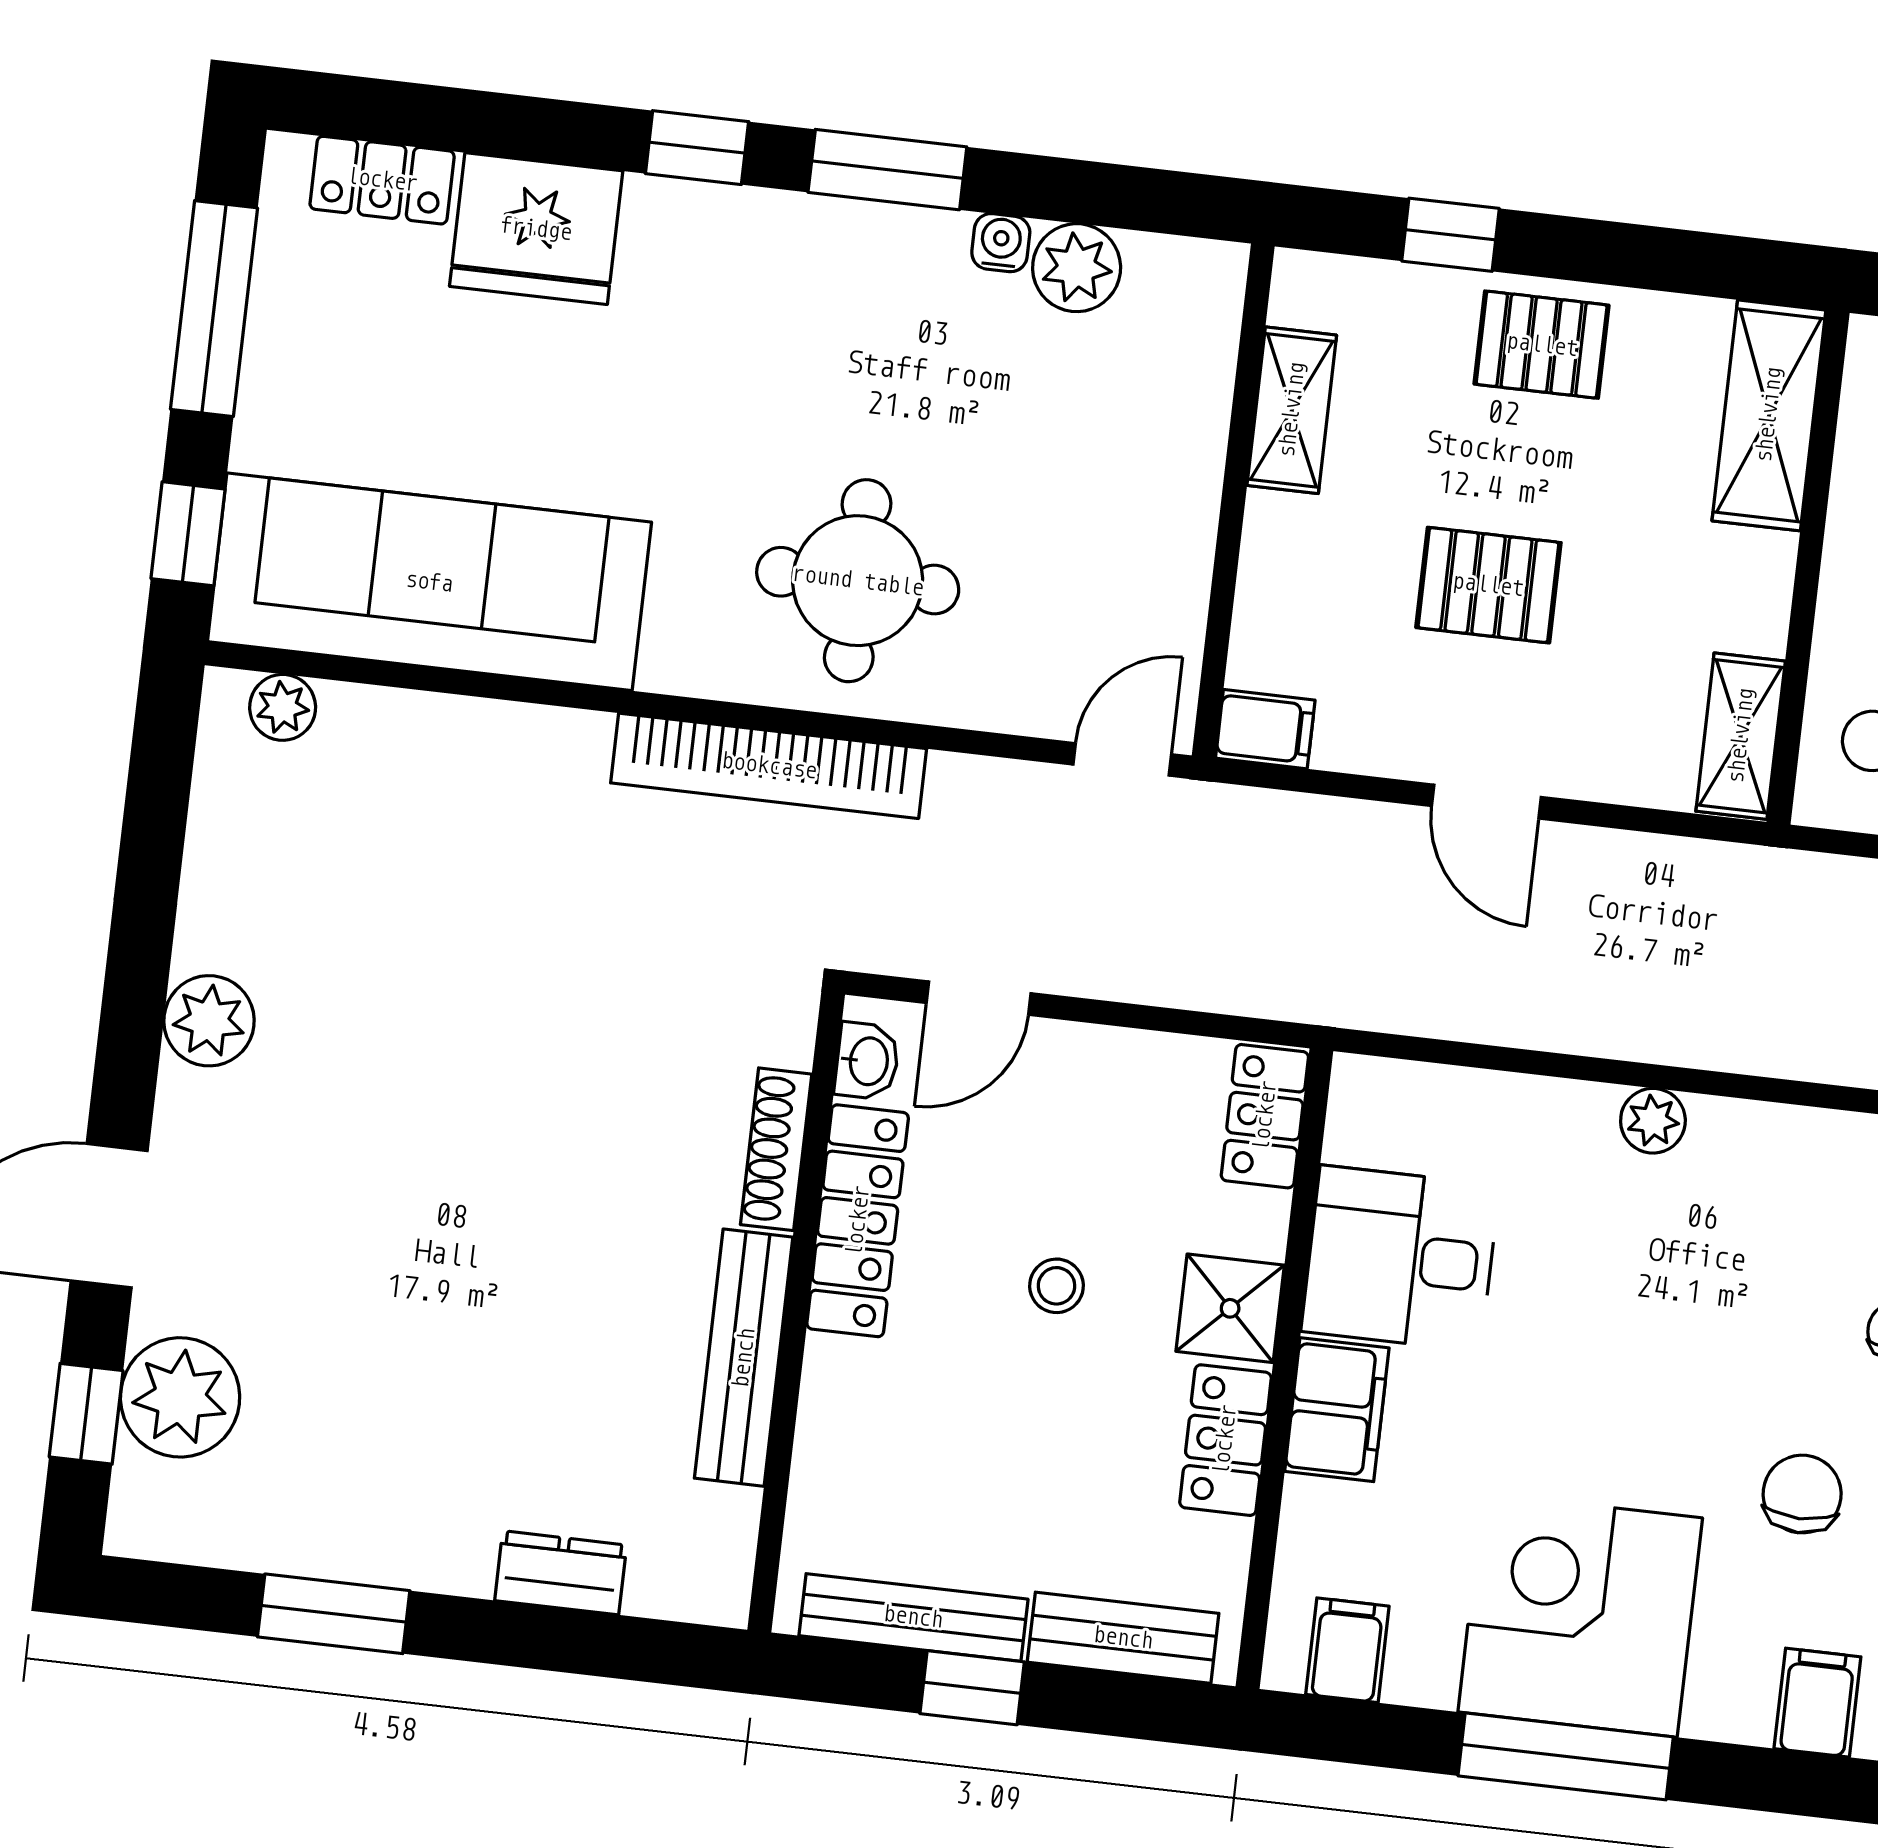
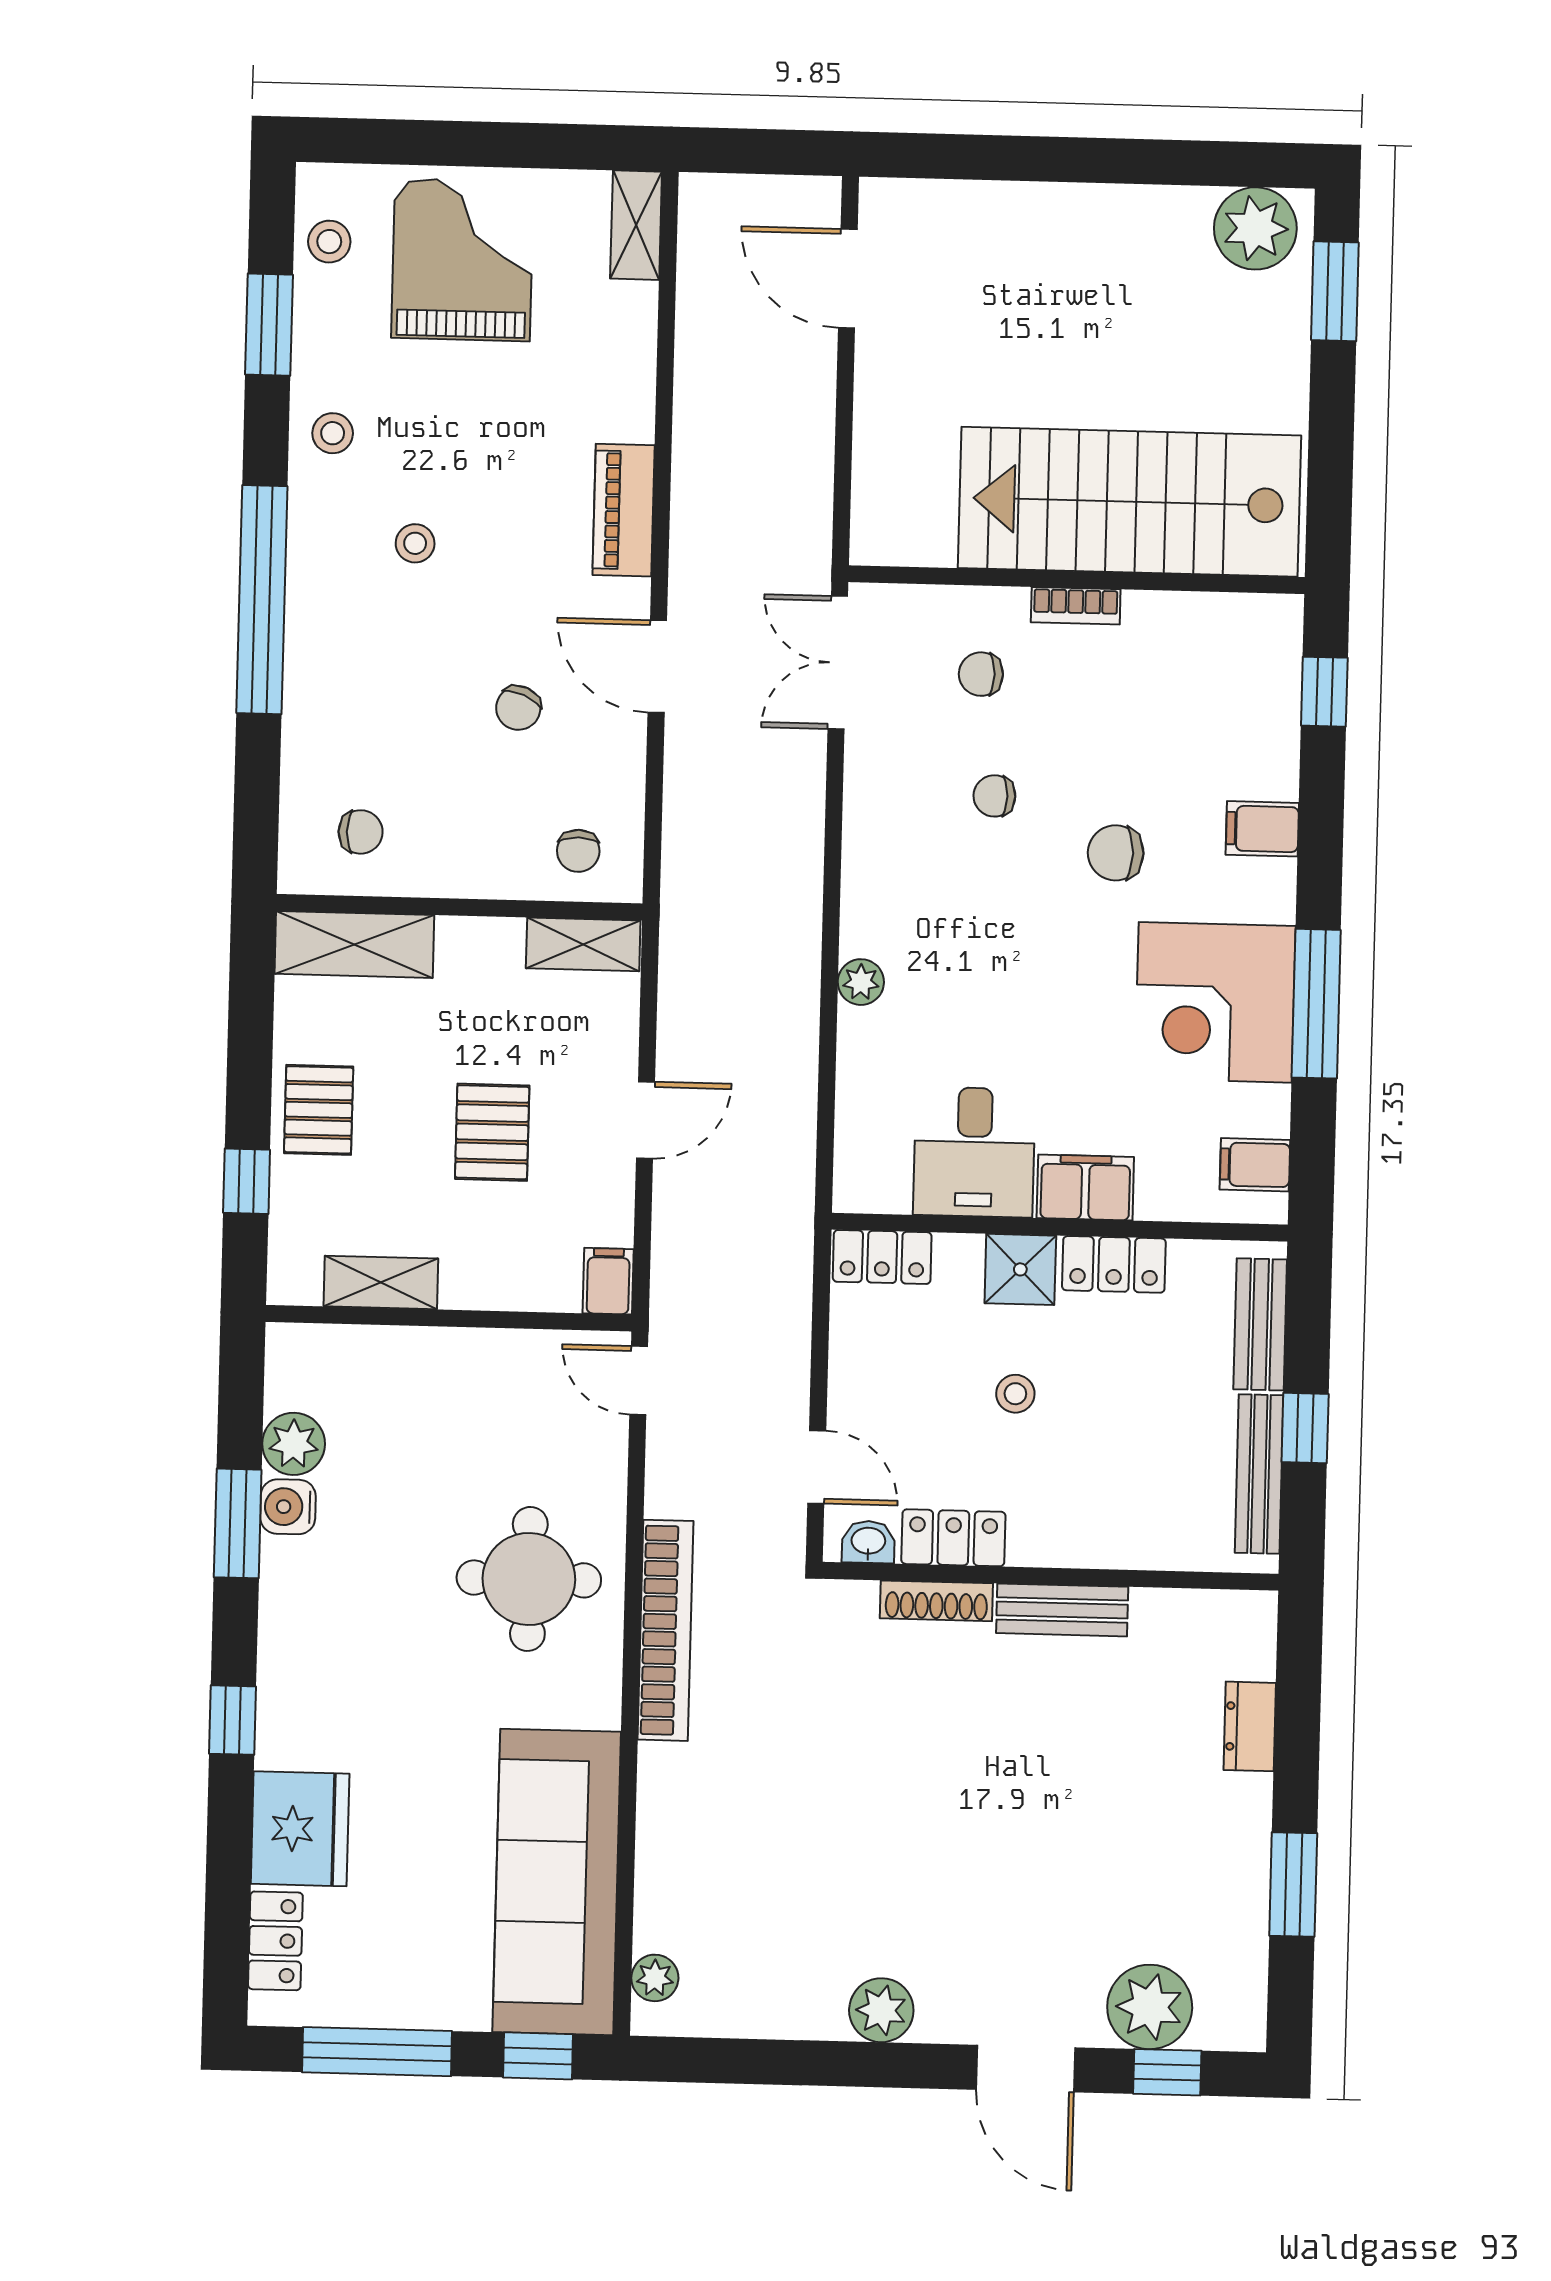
window: (887, 170) -> (238, 1523), moved
water cooler: (1001, 243) -> (288, 1507), width x1.38, depth x1.38
locker: (858, 1221) -> (953, 1538), width x0.66
bench: (744, 1358) -> (1062, 1610), width x0.73

